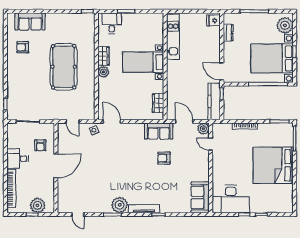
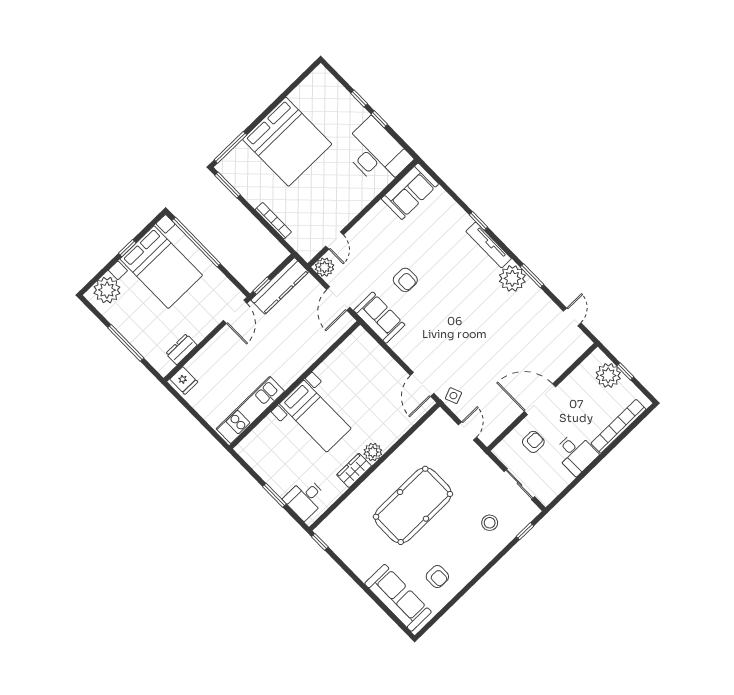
sofa: (30, 21) -> (398, 598), width x1.36
stool: (24, 92) -> (490, 523), added
wardrobe: (158, 103) -> (347, 351), removed

